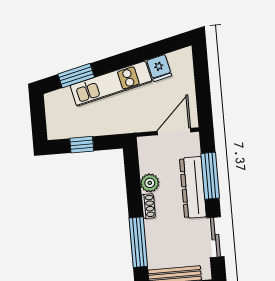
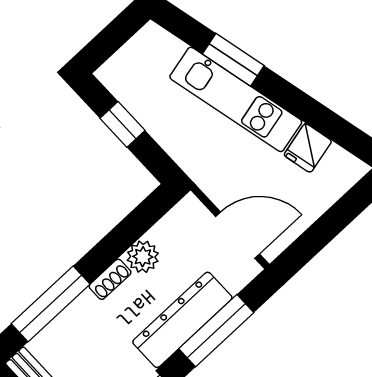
window: (76, 76) -> (233, 60), moved

